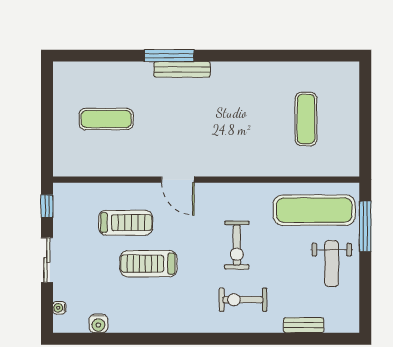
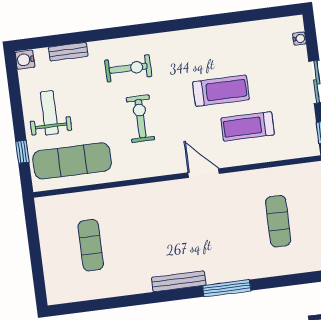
bench: (182, 69) -> (179, 281), moved
exercise mat: (106, 119) -> (278, 221), turned 90
window: (365, 226) -> (22, 152), width x0.46
water cooler: (98, 324) -> (25, 60), moved, turned -90

